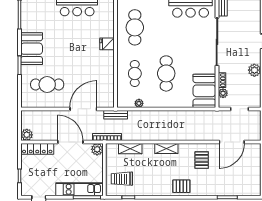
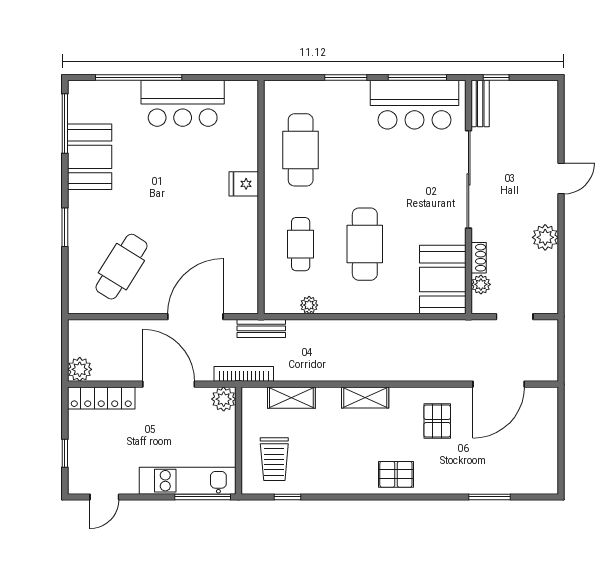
booth: (32, 49) -> (90, 157), moved
cafe table: (47, 84) -> (121, 267), turned -58
trolley: (122, 179) -> (274, 459), turned -90

